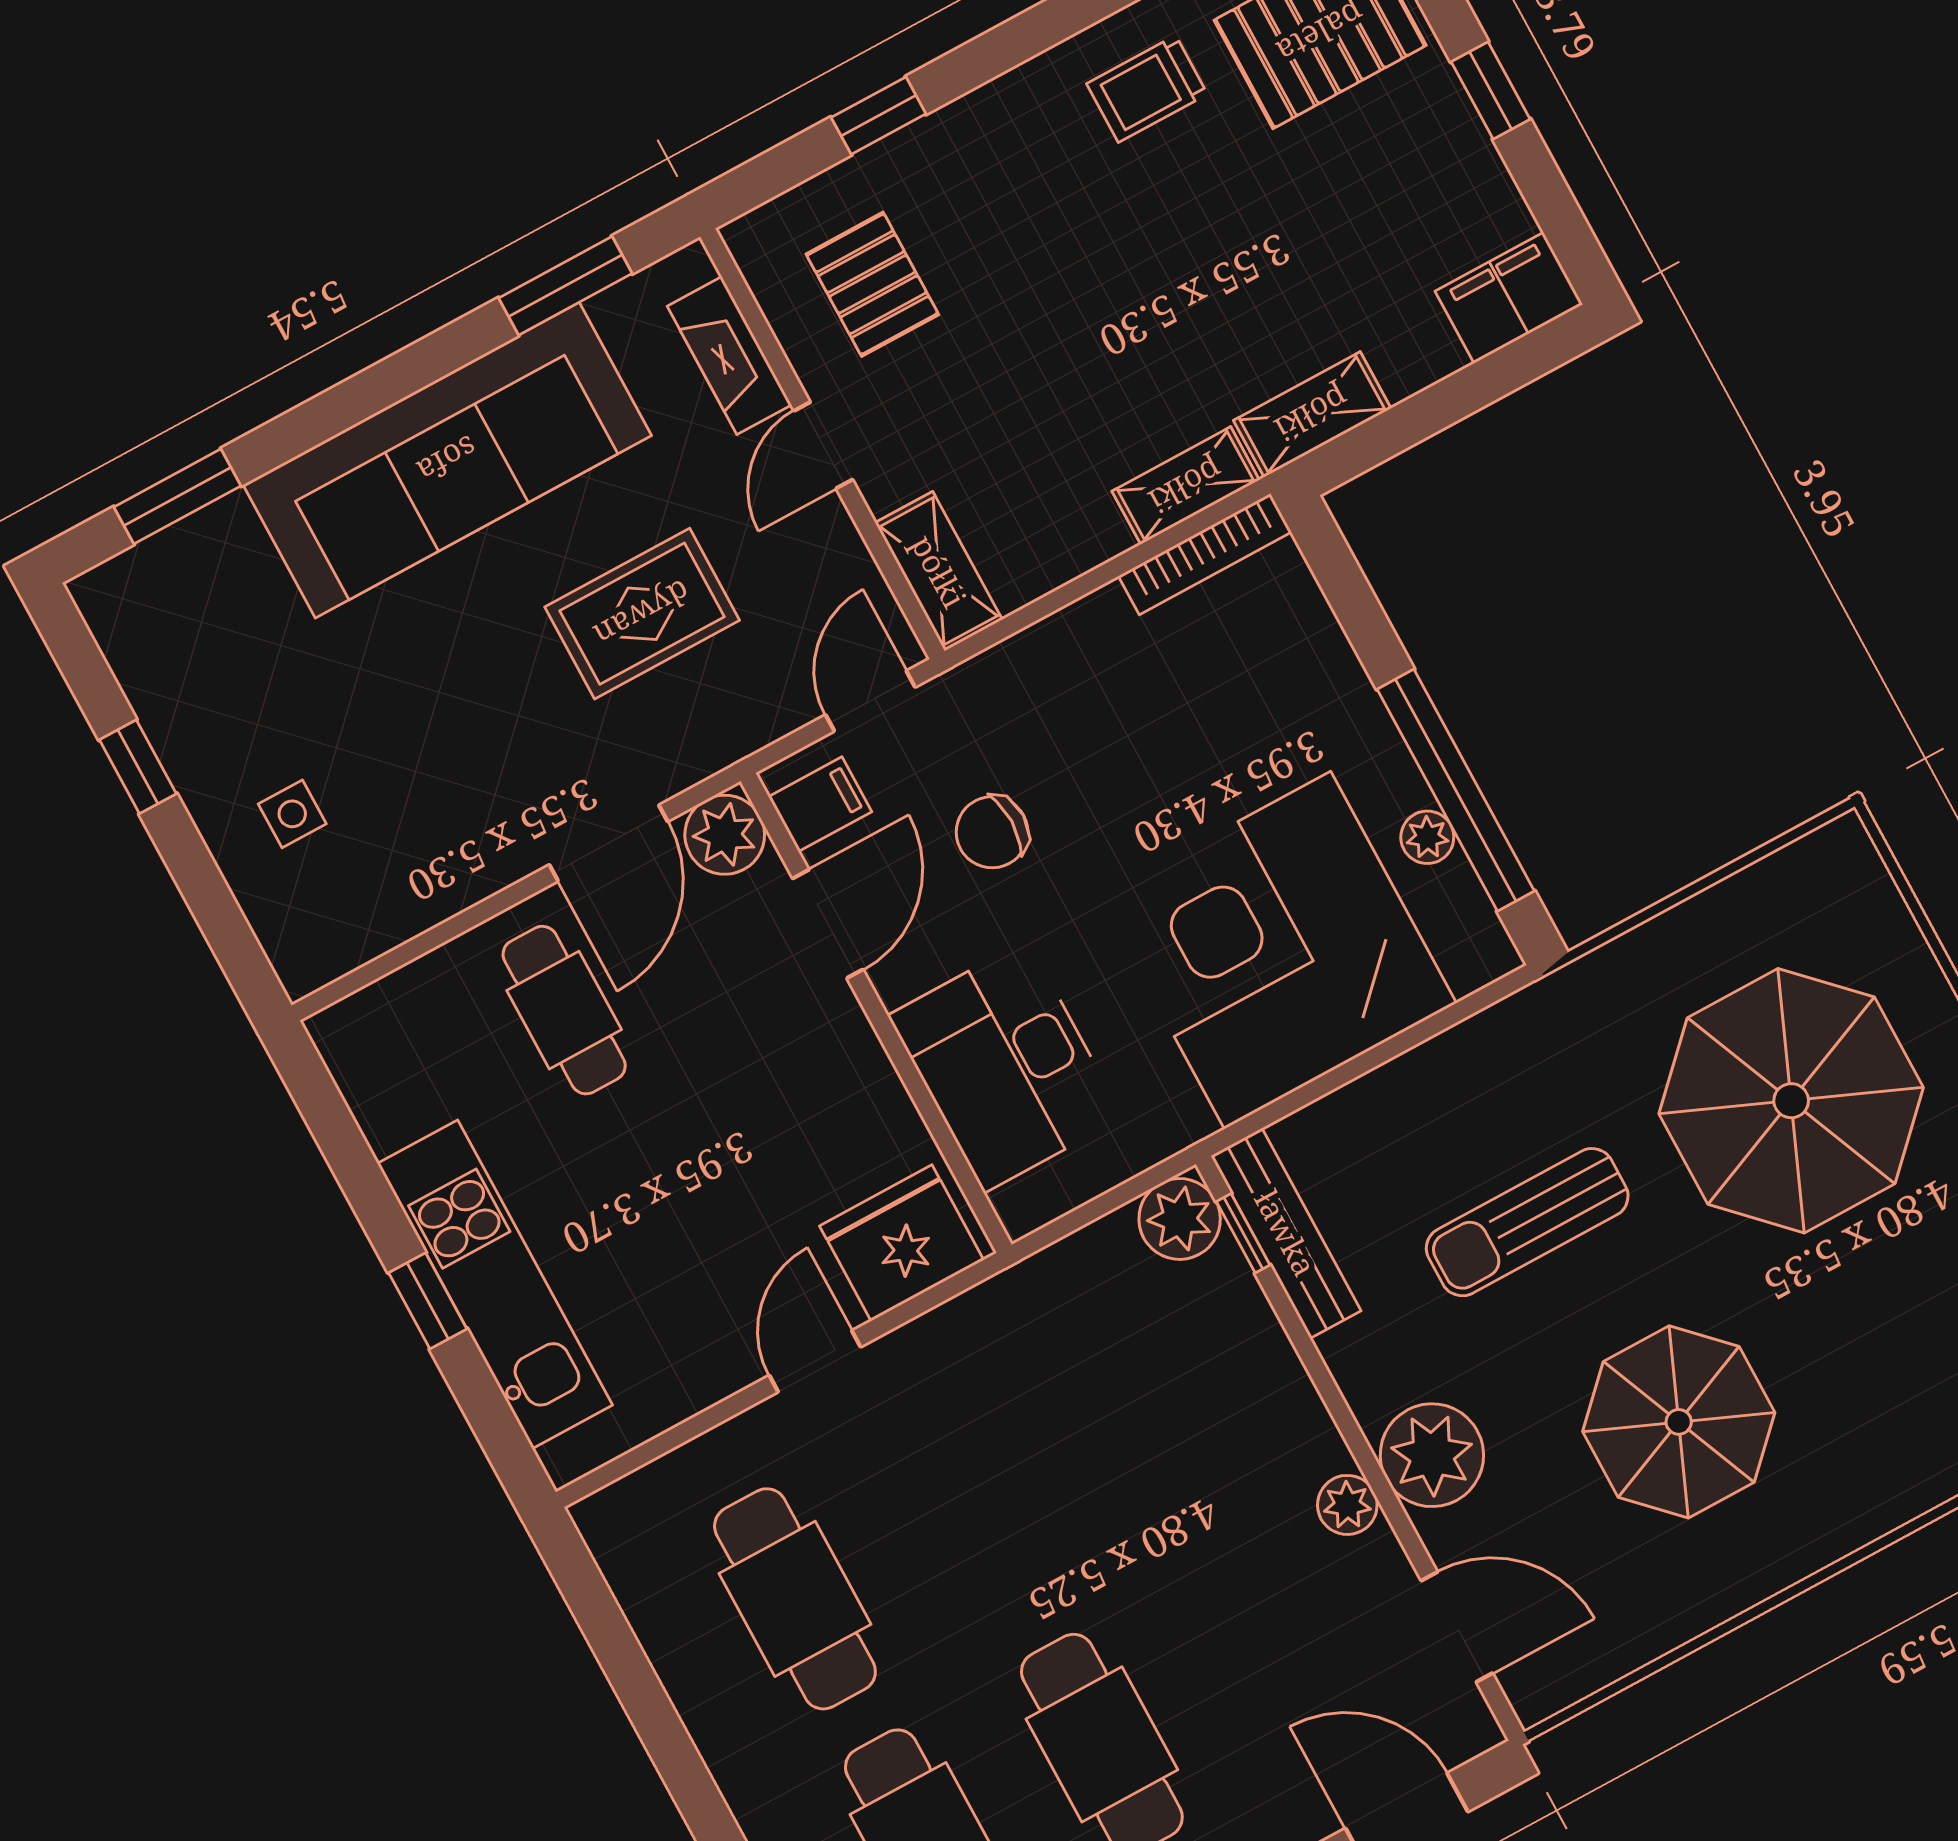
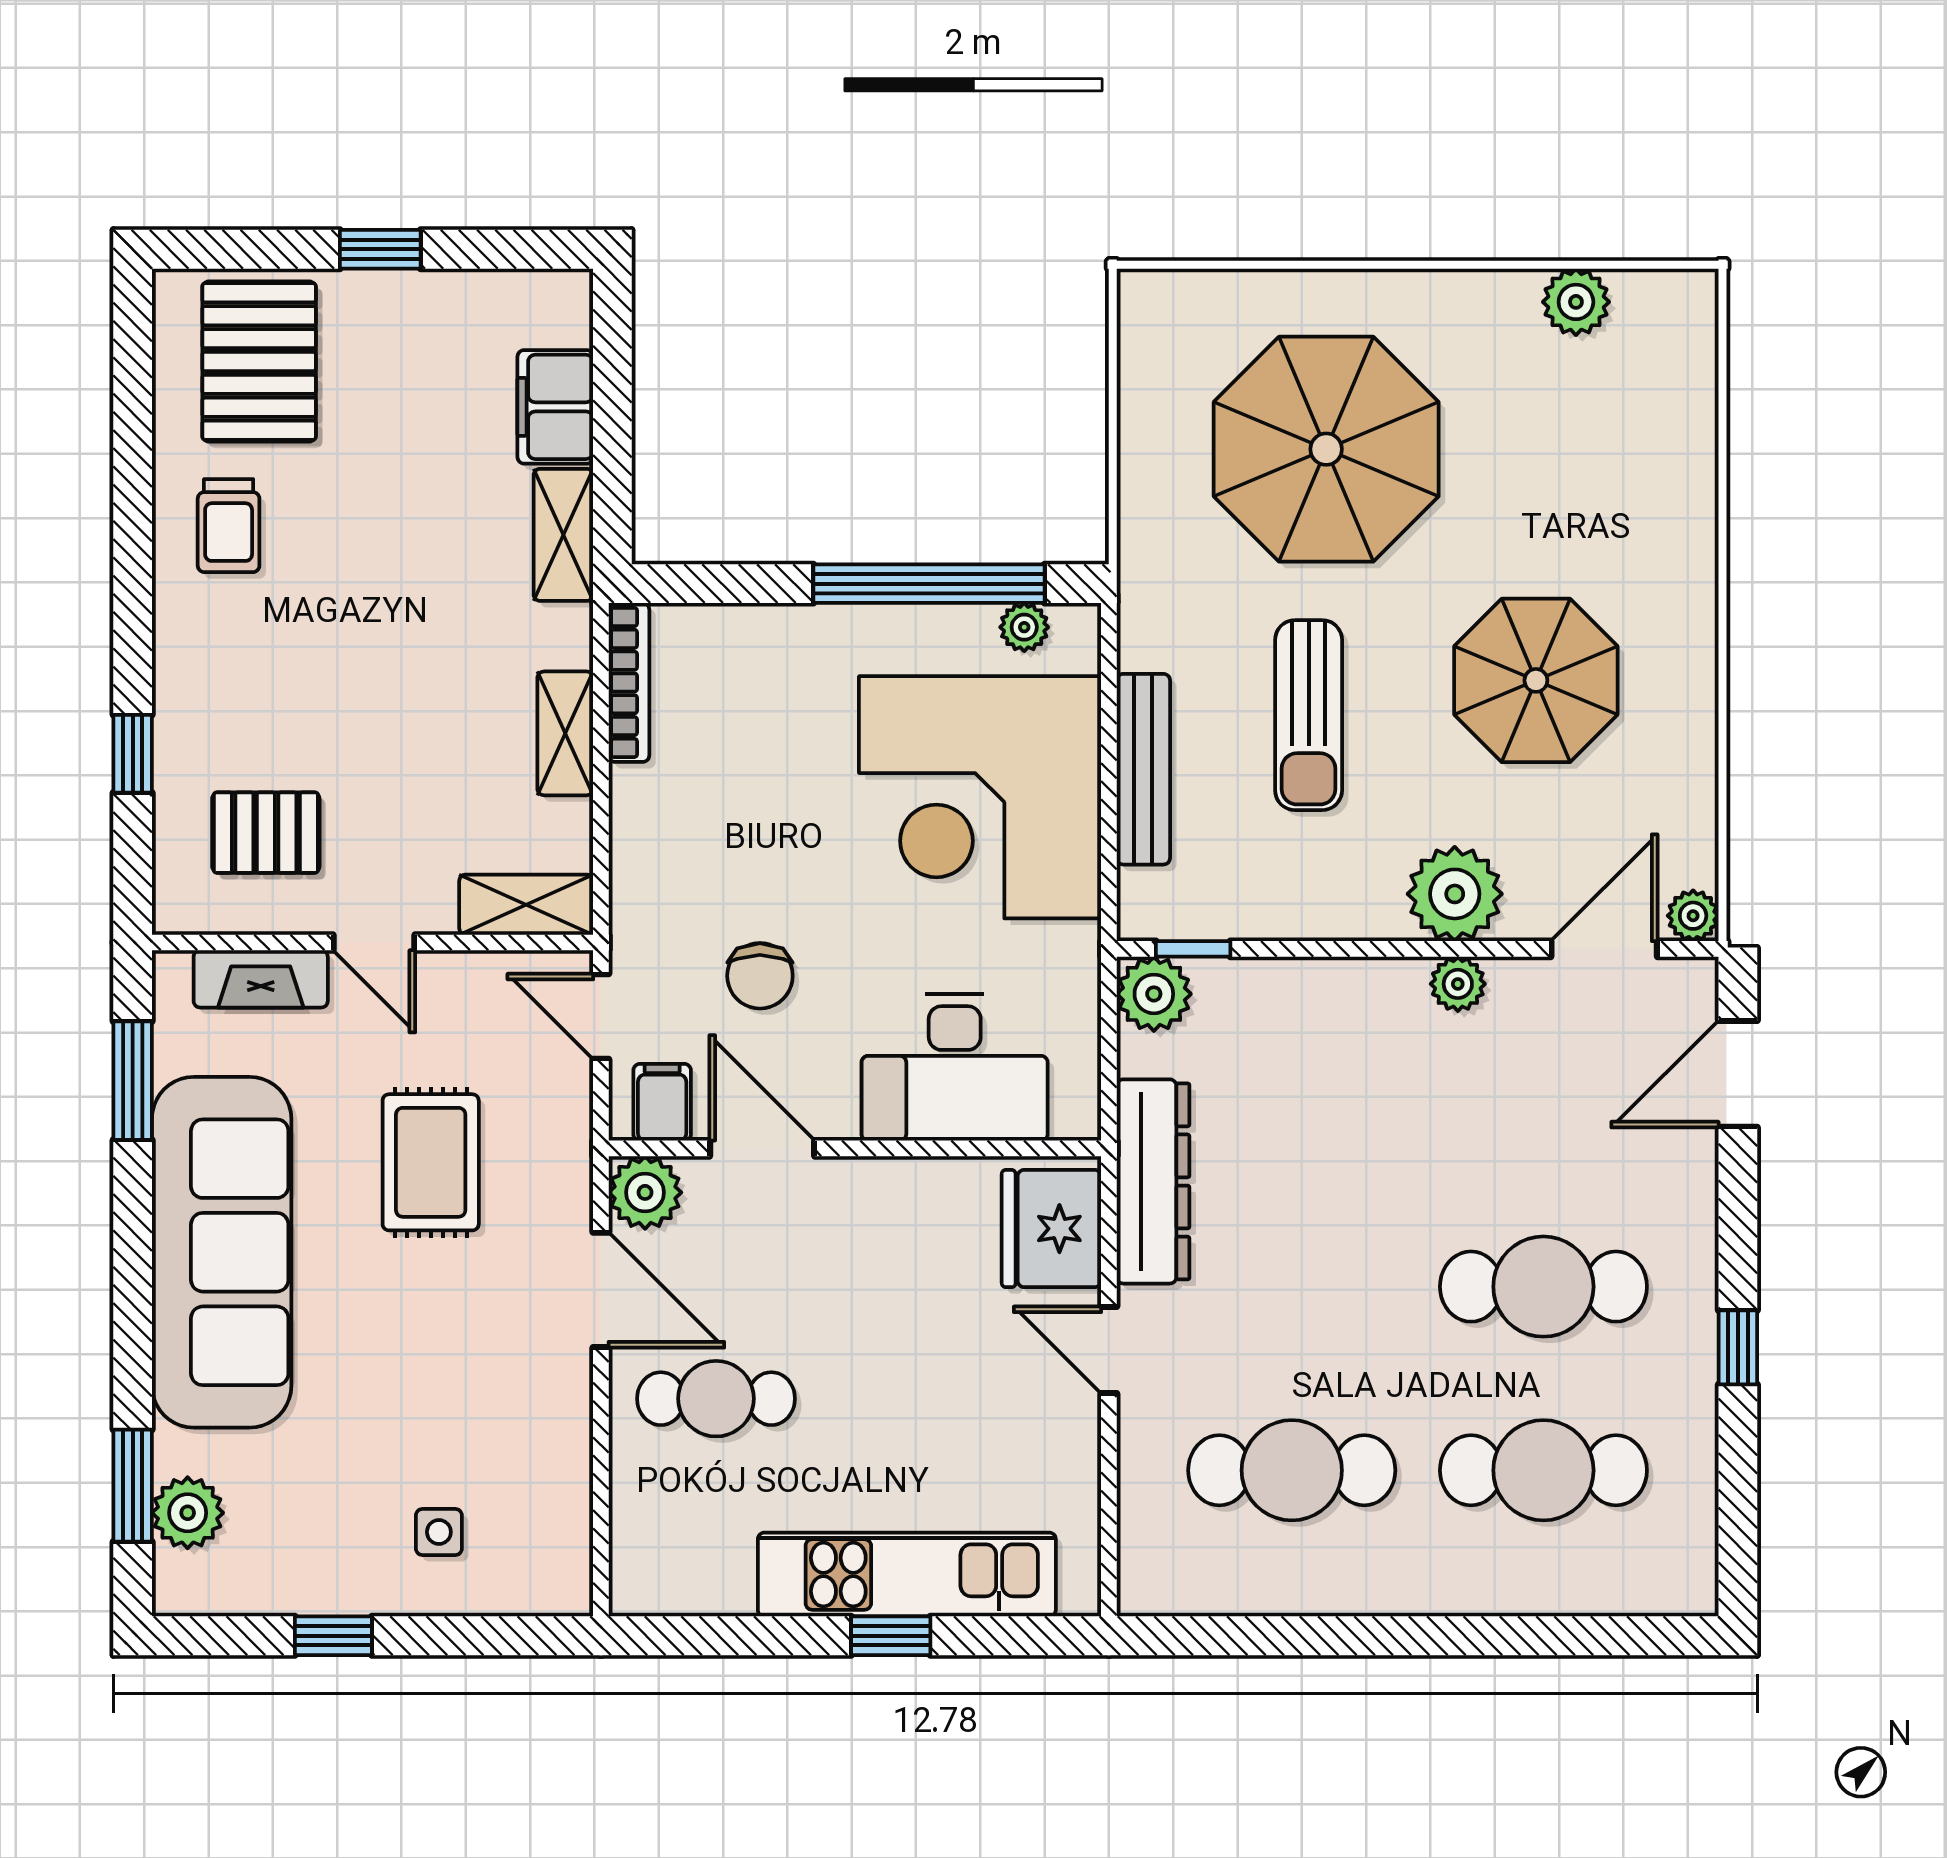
filing cabinet: (1509, 298) -> (555, 407), moved
shelving: (1186, 486) -> (565, 733), moved
plant: (180, 563) -> (188, 1513), added
plant: (1427, 837) -> (1024, 627), moved
bench: (1286, 1233) -> (1143, 769), moved, turned 90
dresser: (1000, 1316) -> (1153, 1181), added
plant: (1535, 1695) -> (1693, 916), added

